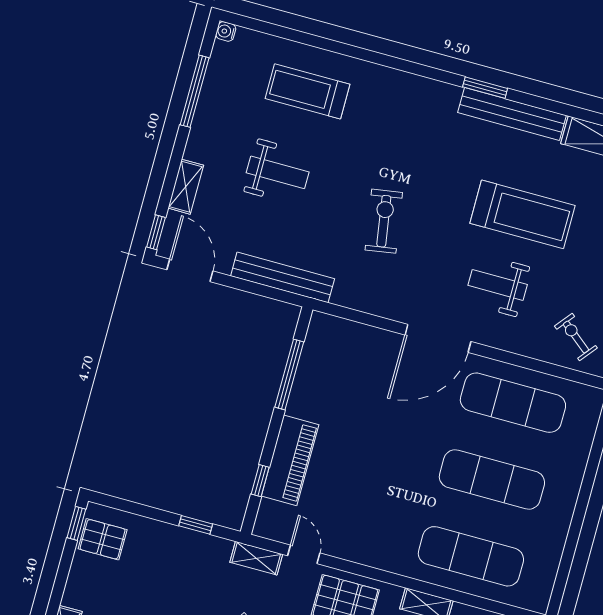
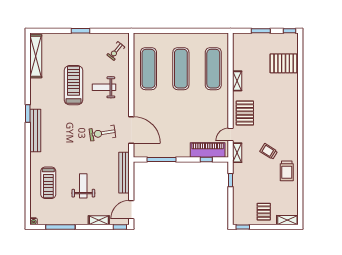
bench: (512, 114) -> (35, 131), moved
exercise bike: (384, 221) -> (102, 133), moved
weight bench: (498, 285) -> (104, 87), turned 90
door: (438, 338) -> (131, 130), moved
piano: (290, 460) -> (208, 150), moved
pallet: (103, 539) -> (264, 212), moved

